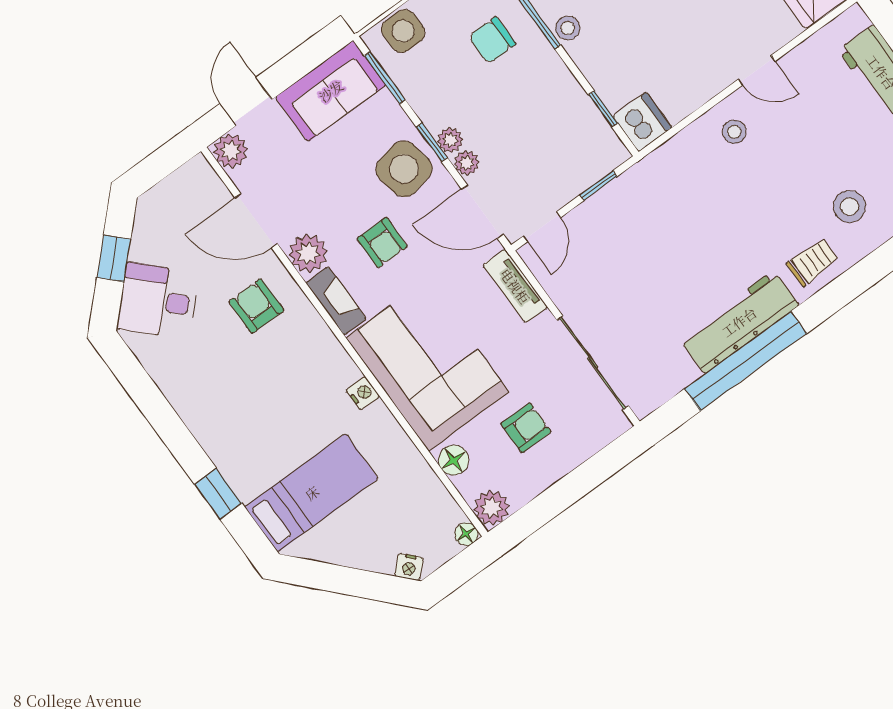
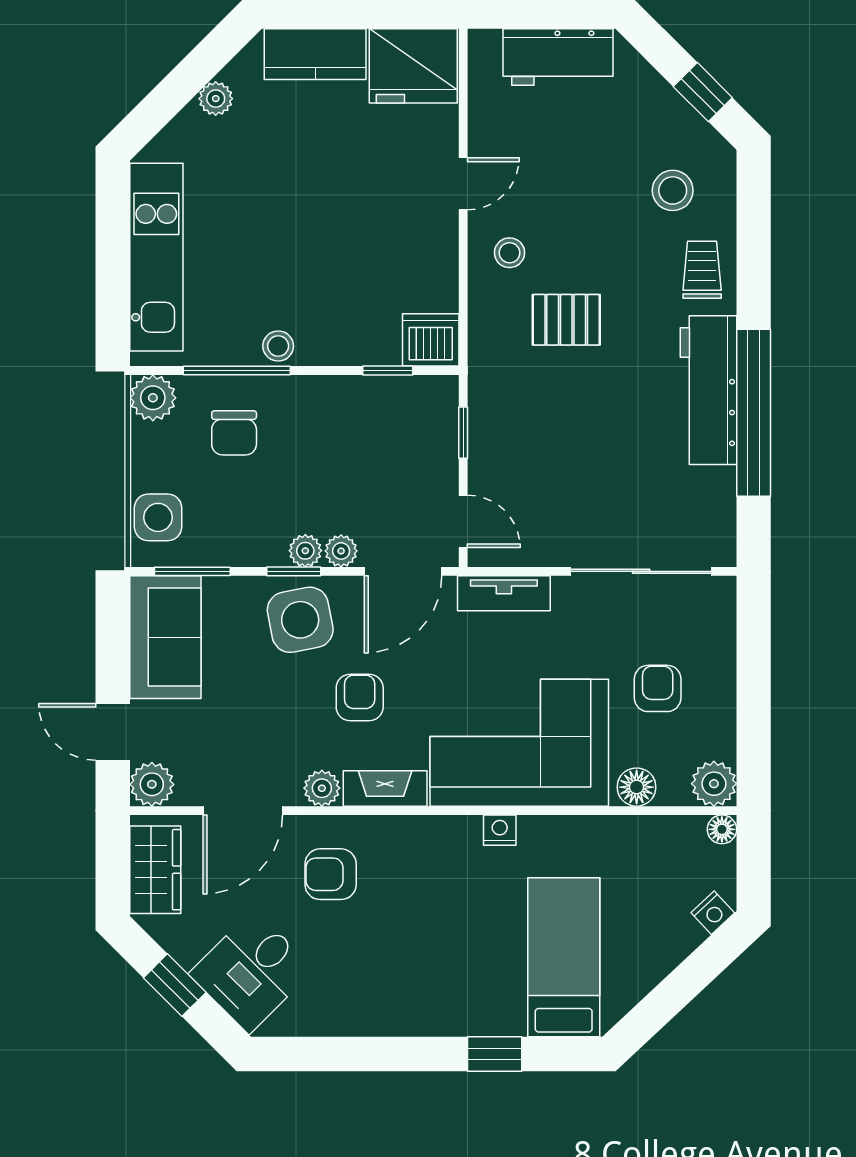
wardrobe: (178, 193) -> (155, 870), added
pallet: (718, 199) -> (566, 320), added
armchair: (382, 243) -> (360, 697), turned -90
plant: (308, 253) -> (322, 788), width x0.73, depth x0.73

